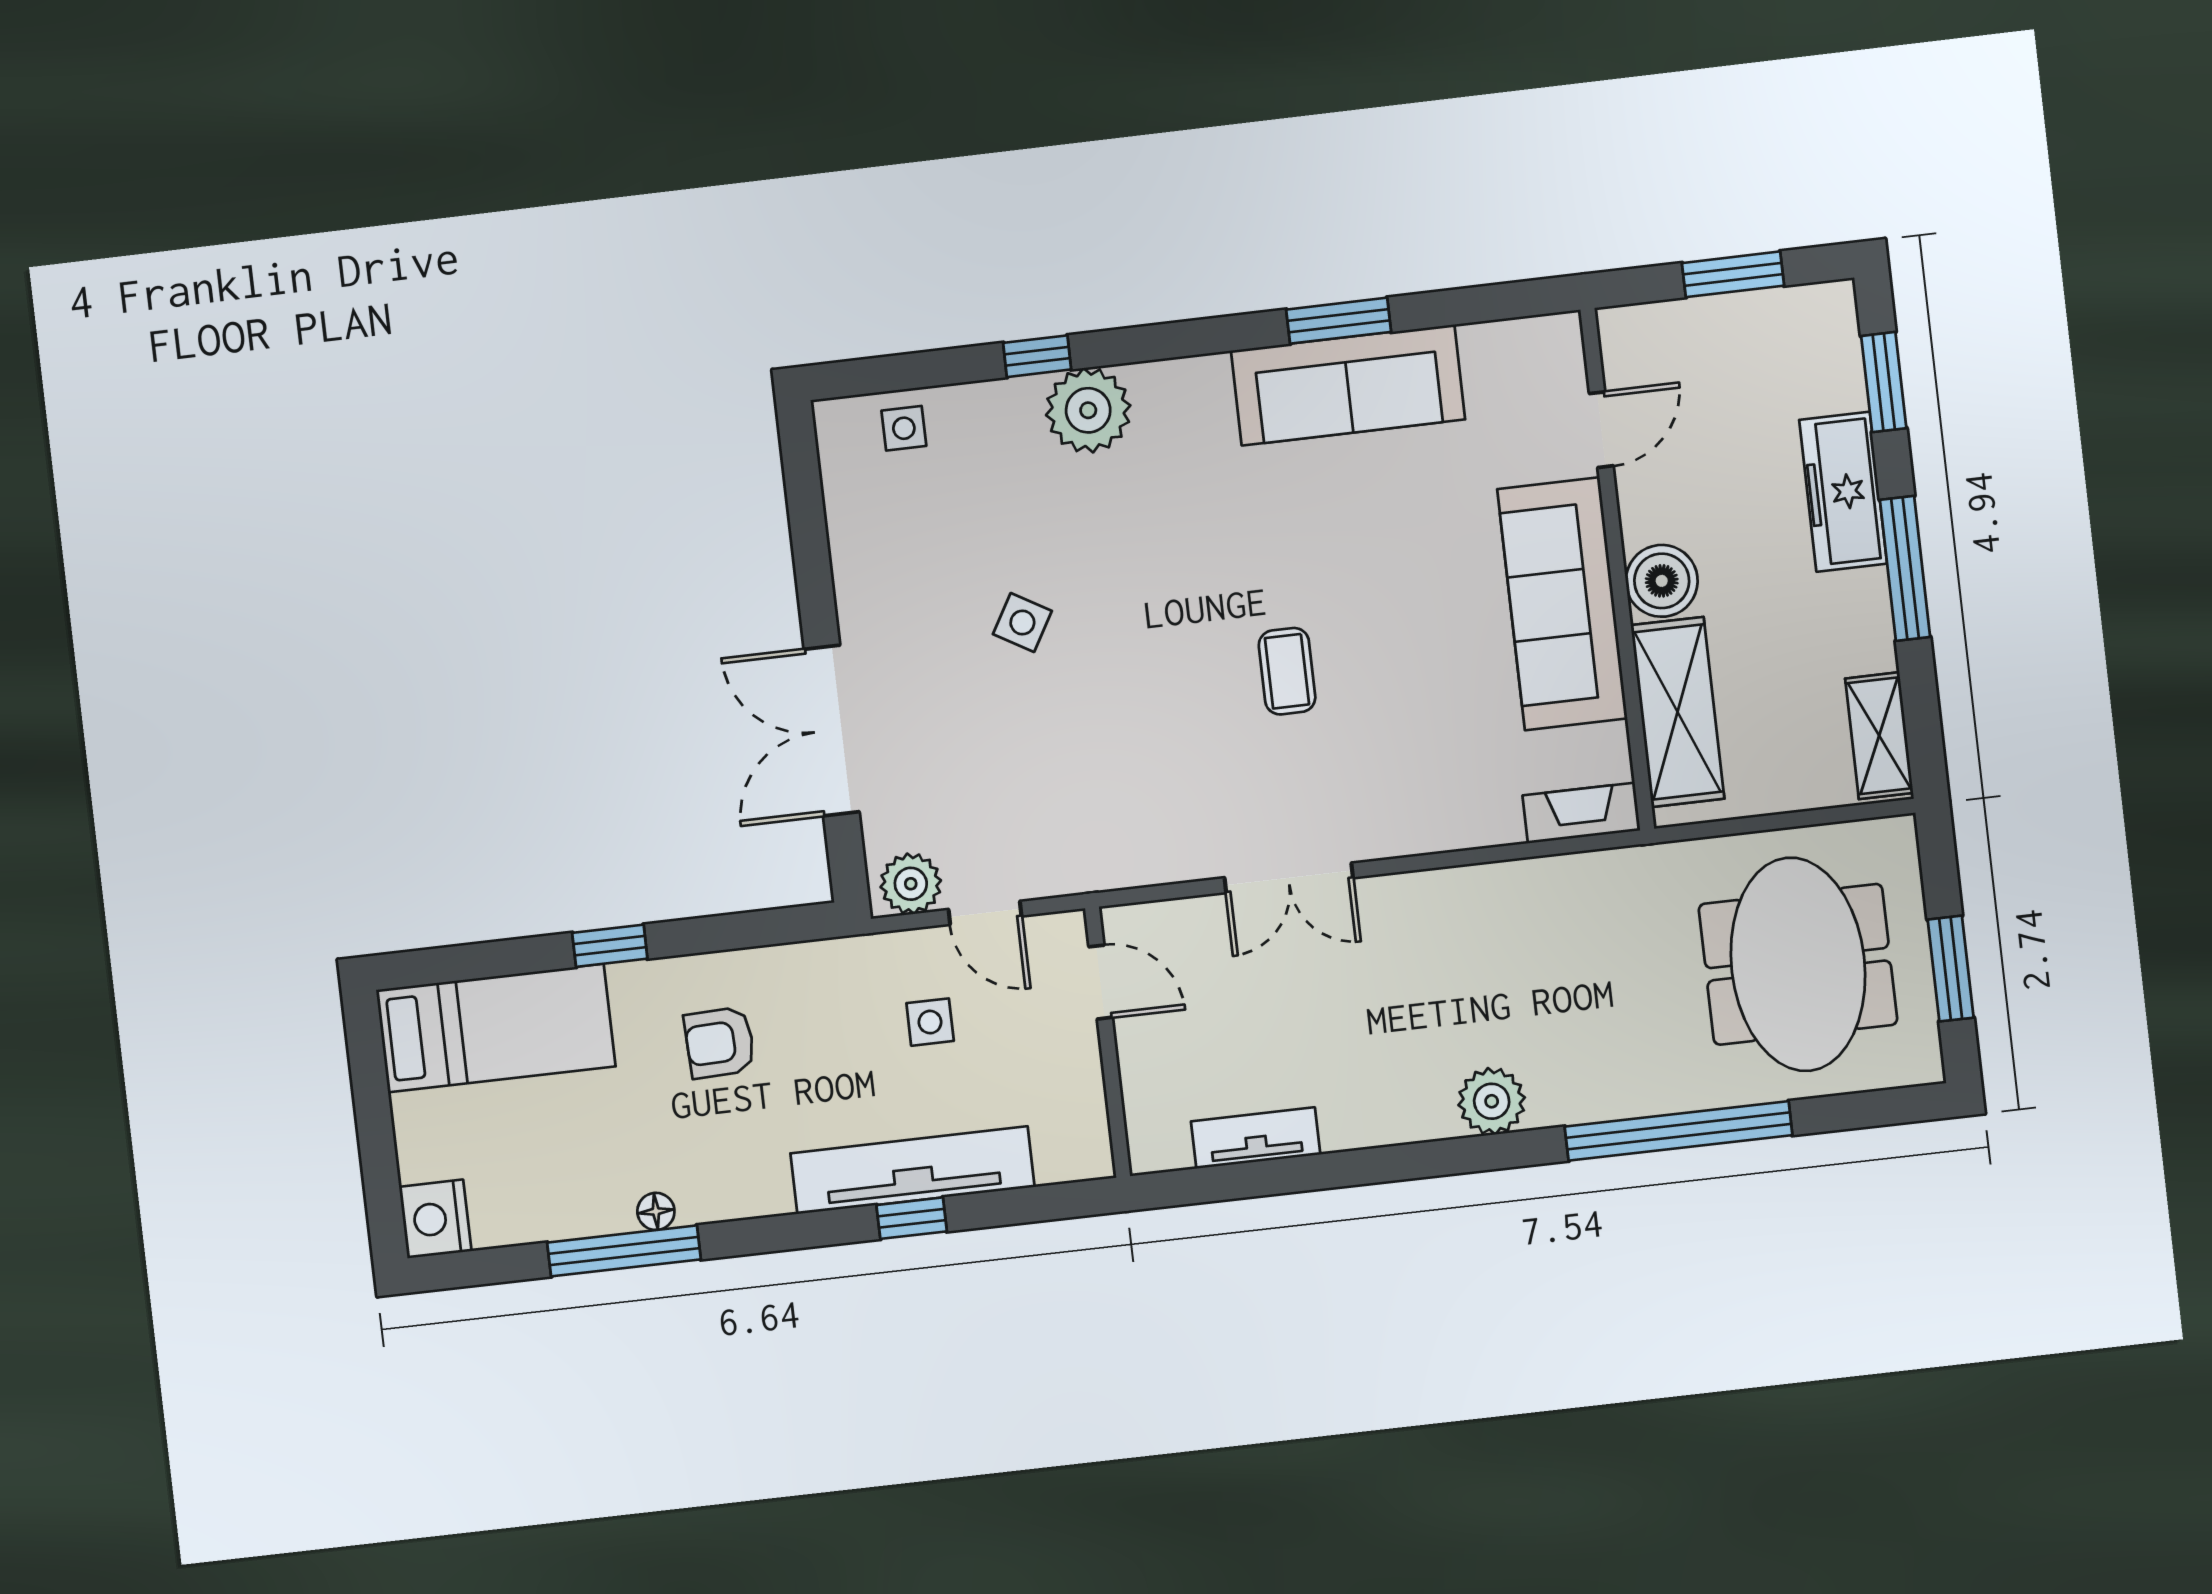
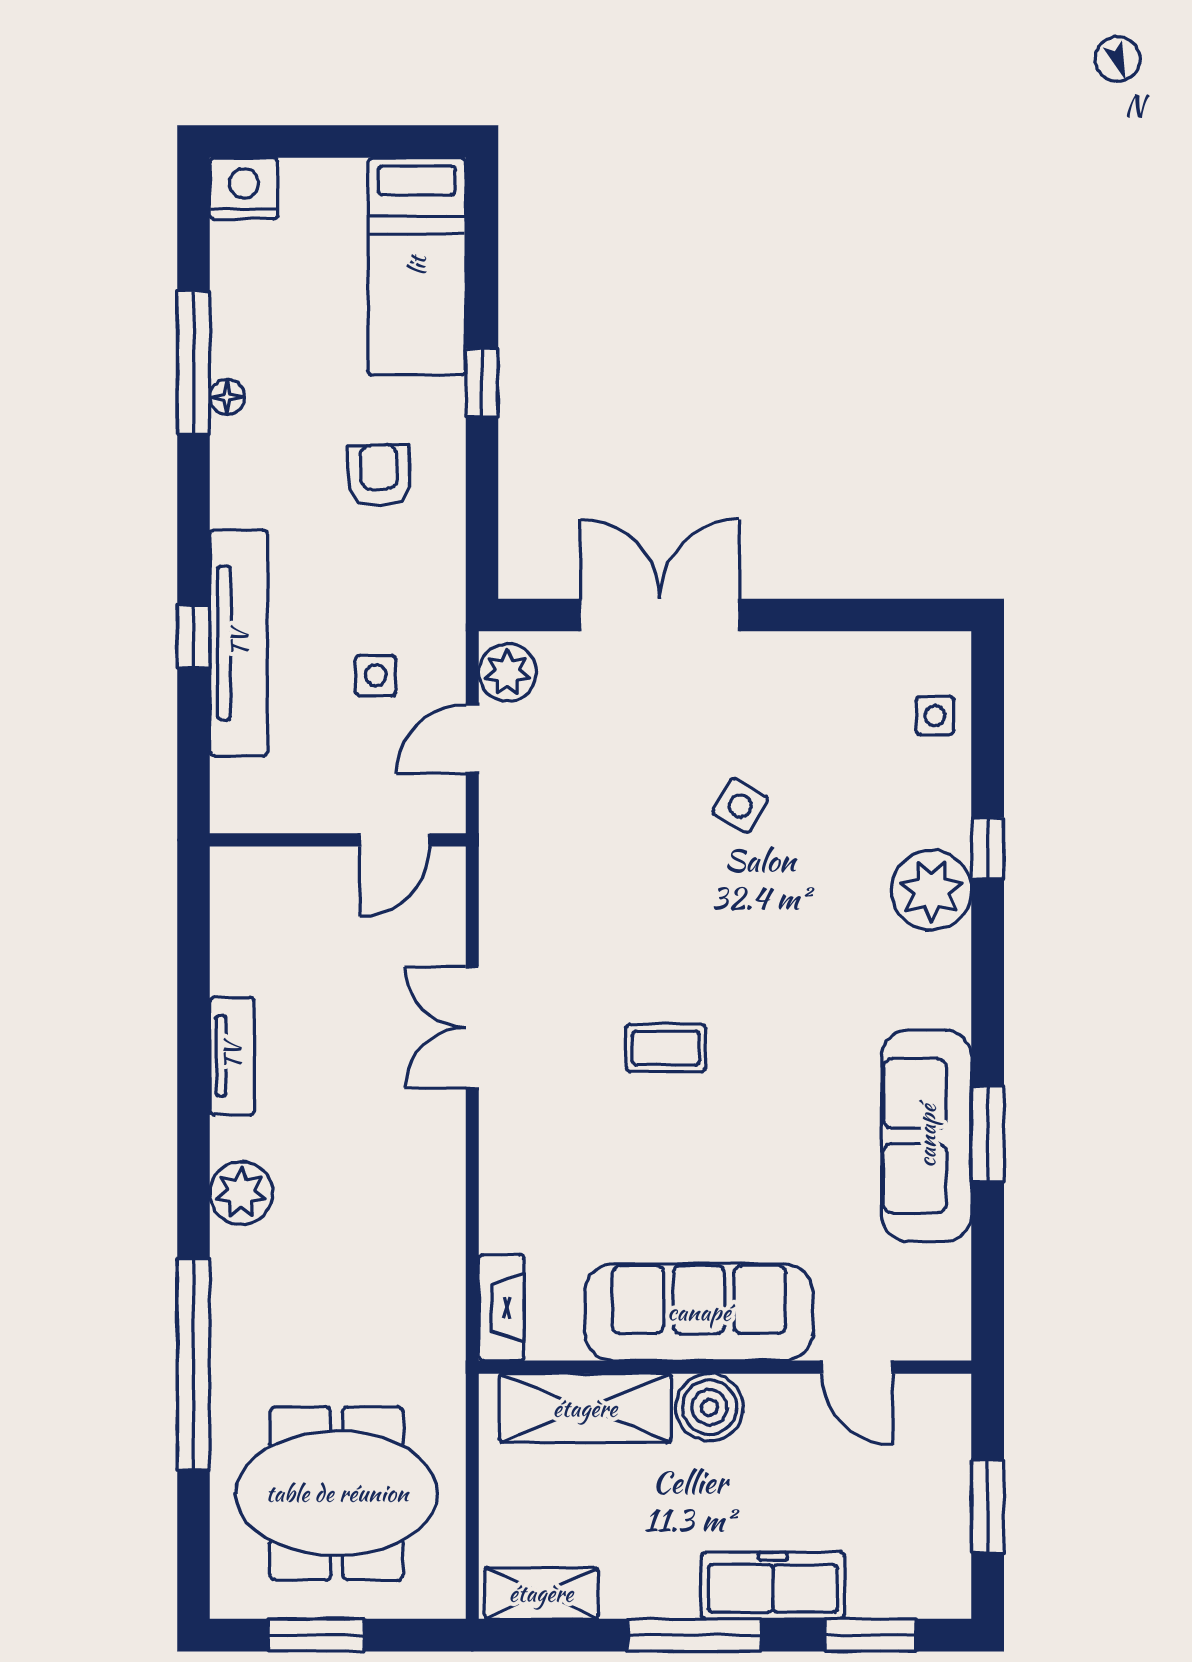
tv unit: (1256, 1138) -> (232, 1056), moved

